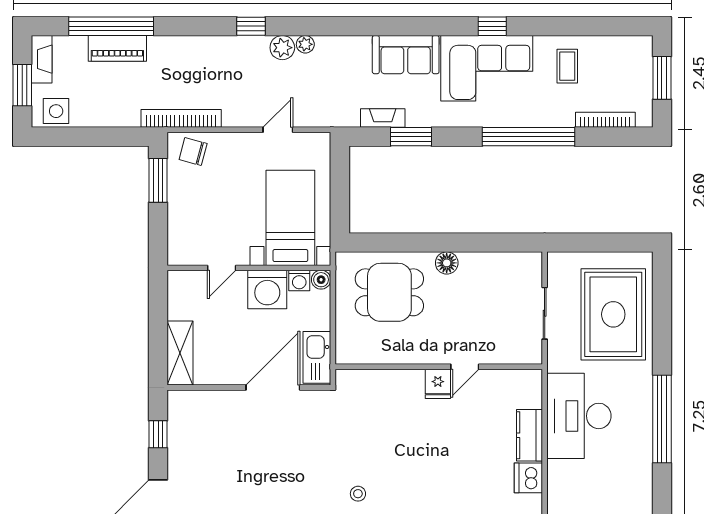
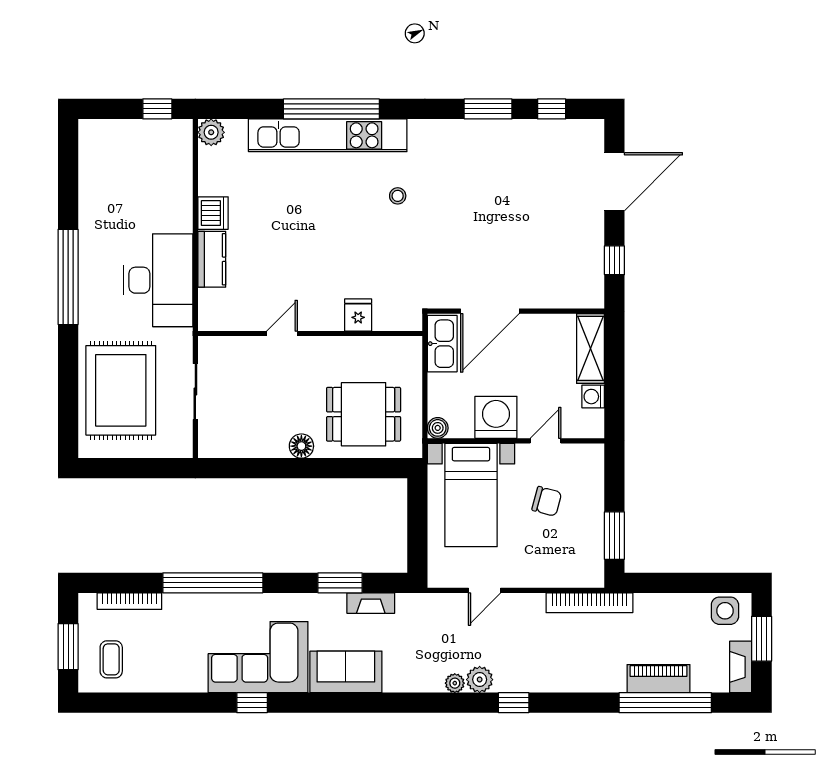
coffee table: (567, 66) -> (111, 659), moved
chair: (193, 152) -> (547, 501), moved
washing machine: (299, 281) -> (593, 397), moved, turned -90
fridge: (438, 384) -> (358, 315), moved

